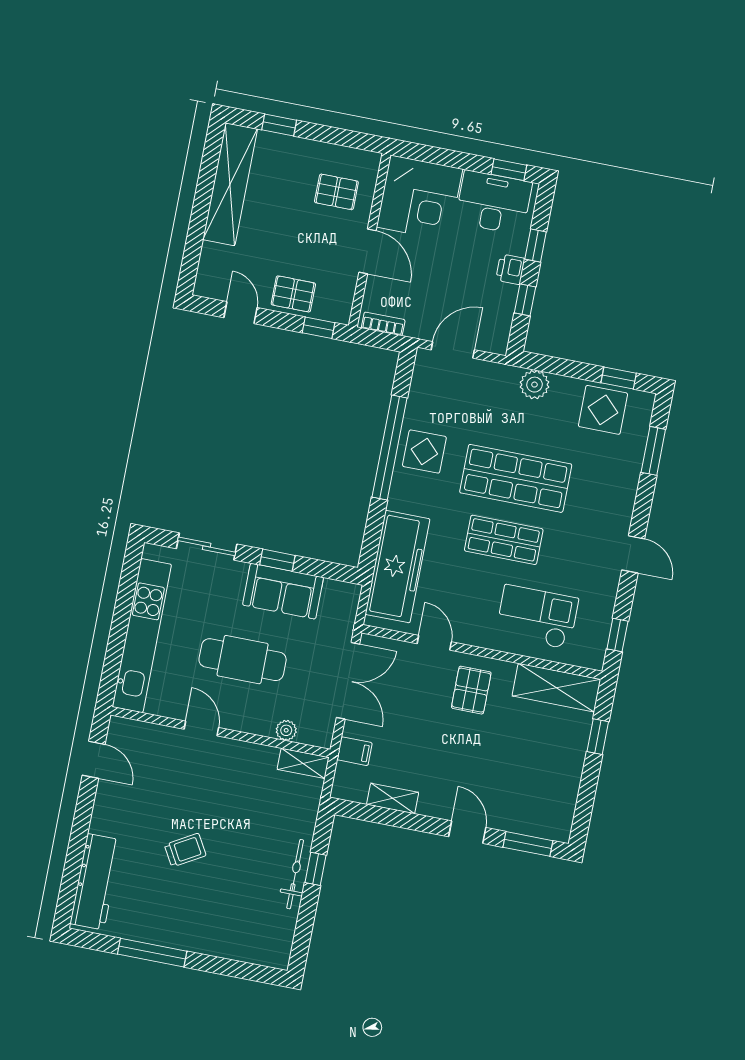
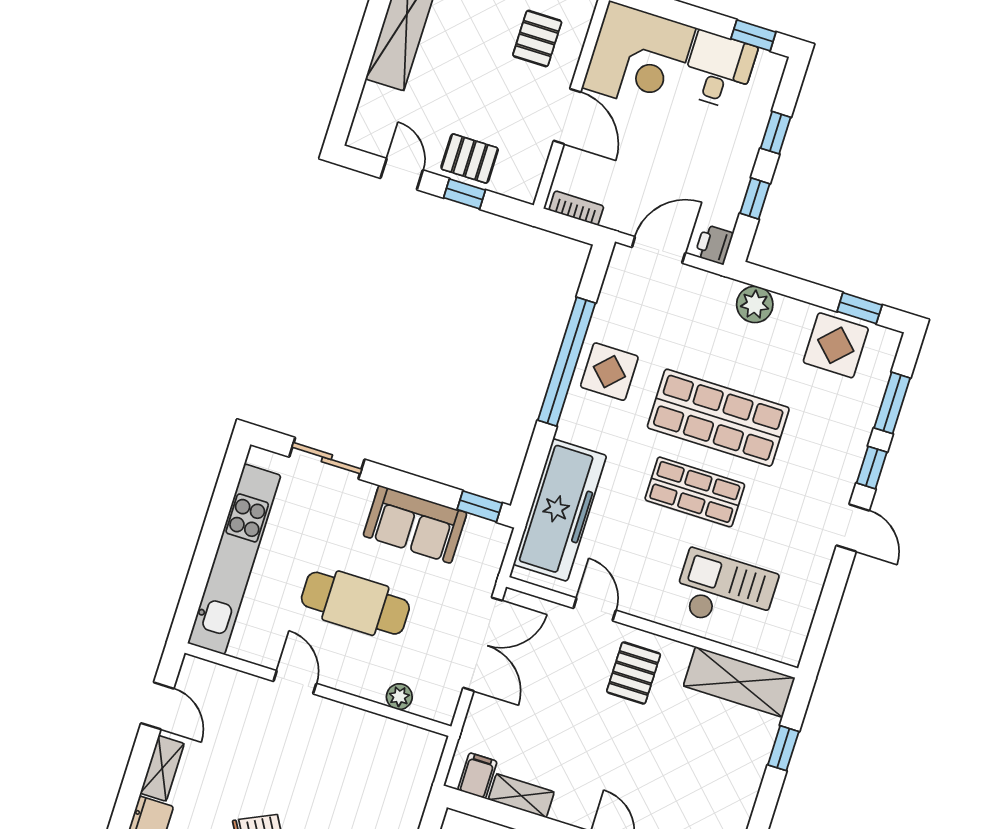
pallet: (336, 192) -> (537, 39), turned 90
desk: (494, 202) -> (719, 70), width x0.73
printer: (510, 269) -> (714, 245), moved
window: (319, 328) -> (464, 194), moved
window: (277, 560) -> (480, 506), moved
window: (617, 635) -> (872, 468), moved
filing cabinet: (355, 751) -> (477, 776), moved, turned -90
shelving: (303, 763) -> (162, 768), moved, turned 90

